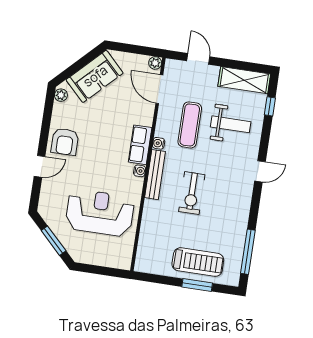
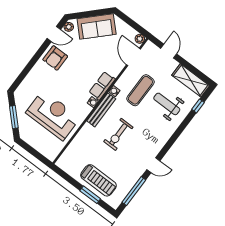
weight bench: (231, 124) -> (167, 104), turned 180
door: (40, 166) -> (54, 34), moved
door: (260, 171) -> (153, 165), moved

